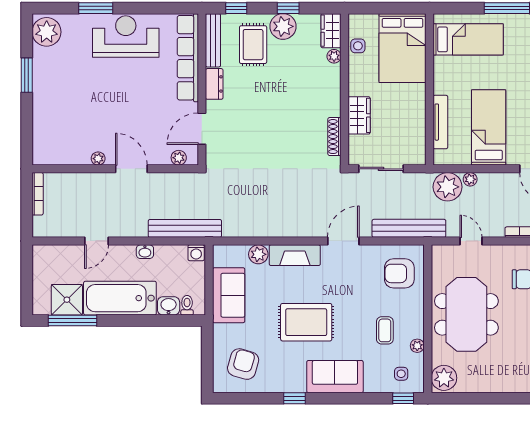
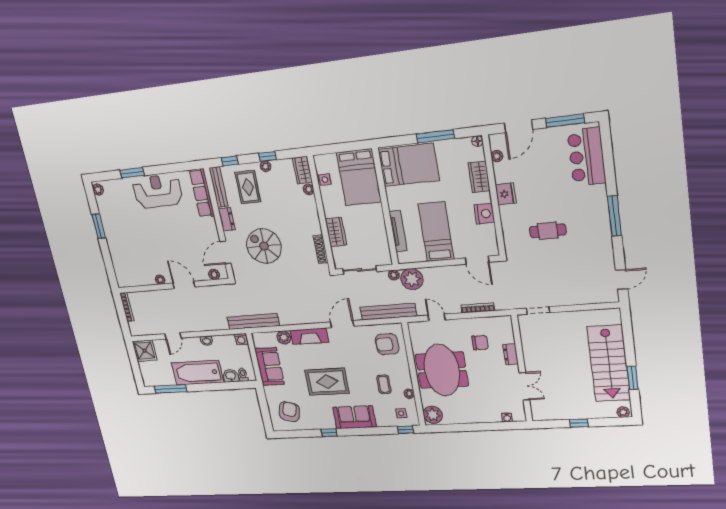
plant: (283, 26) -> (266, 166), width x0.53, depth x0.53
plant: (47, 32) -> (98, 190), width x0.53, depth x0.53
bed: (468, 39) -> (409, 165), width x1.50
row of seats: (188, 58) -> (202, 193), width x0.73
spiral stairs: (258, 125) -> (264, 246), added
plant: (470, 179) -> (394, 275), moved
bench: (185, 228) -> (253, 321), moved
shower: (67, 300) -> (145, 351), moved

